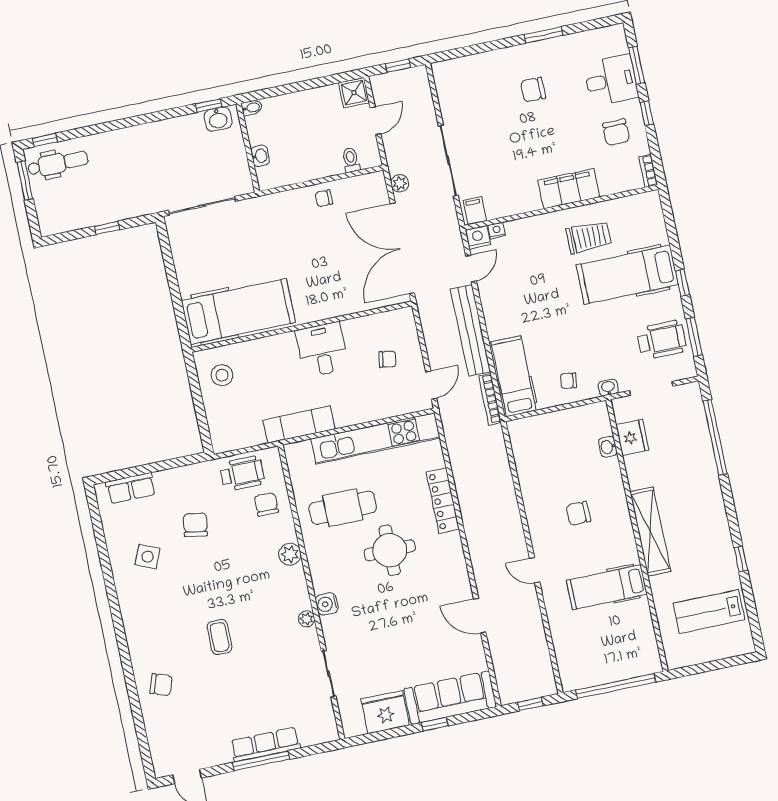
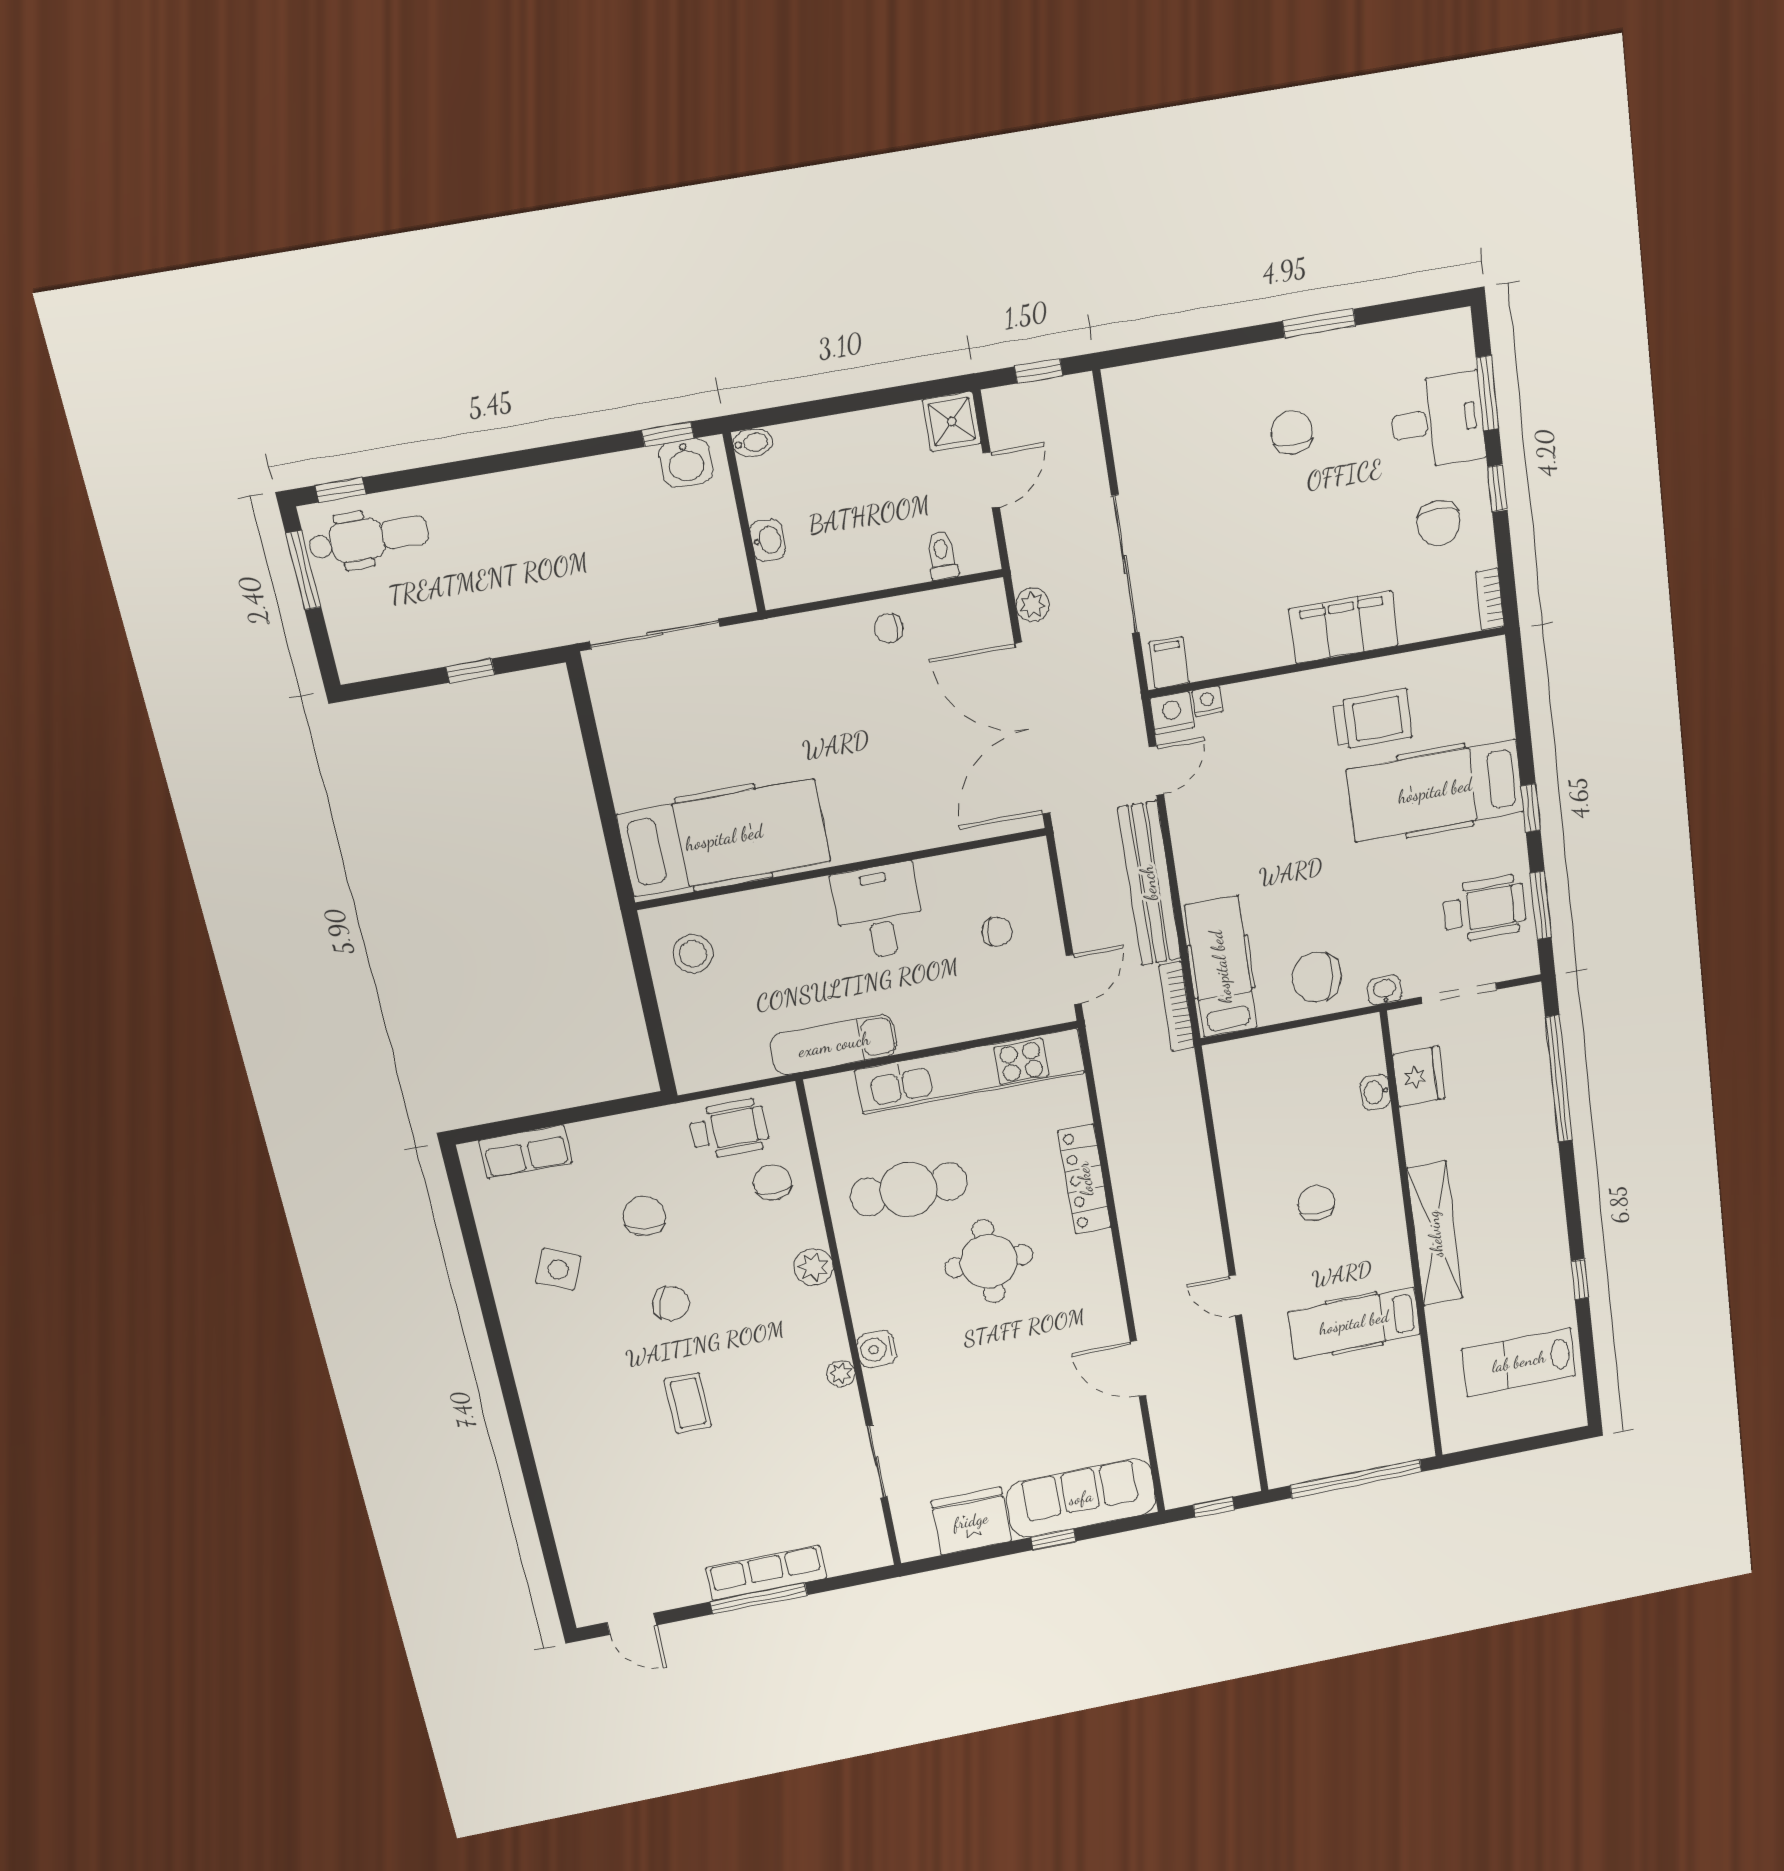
chair: (533, 90) -> (1292, 432), turned 90
chair: (568, 381) -> (1317, 977), width x1.87, depth x1.87
chair: (578, 513) -> (1316, 1203), turned 90
chair: (161, 685) -> (671, 1303), moved

